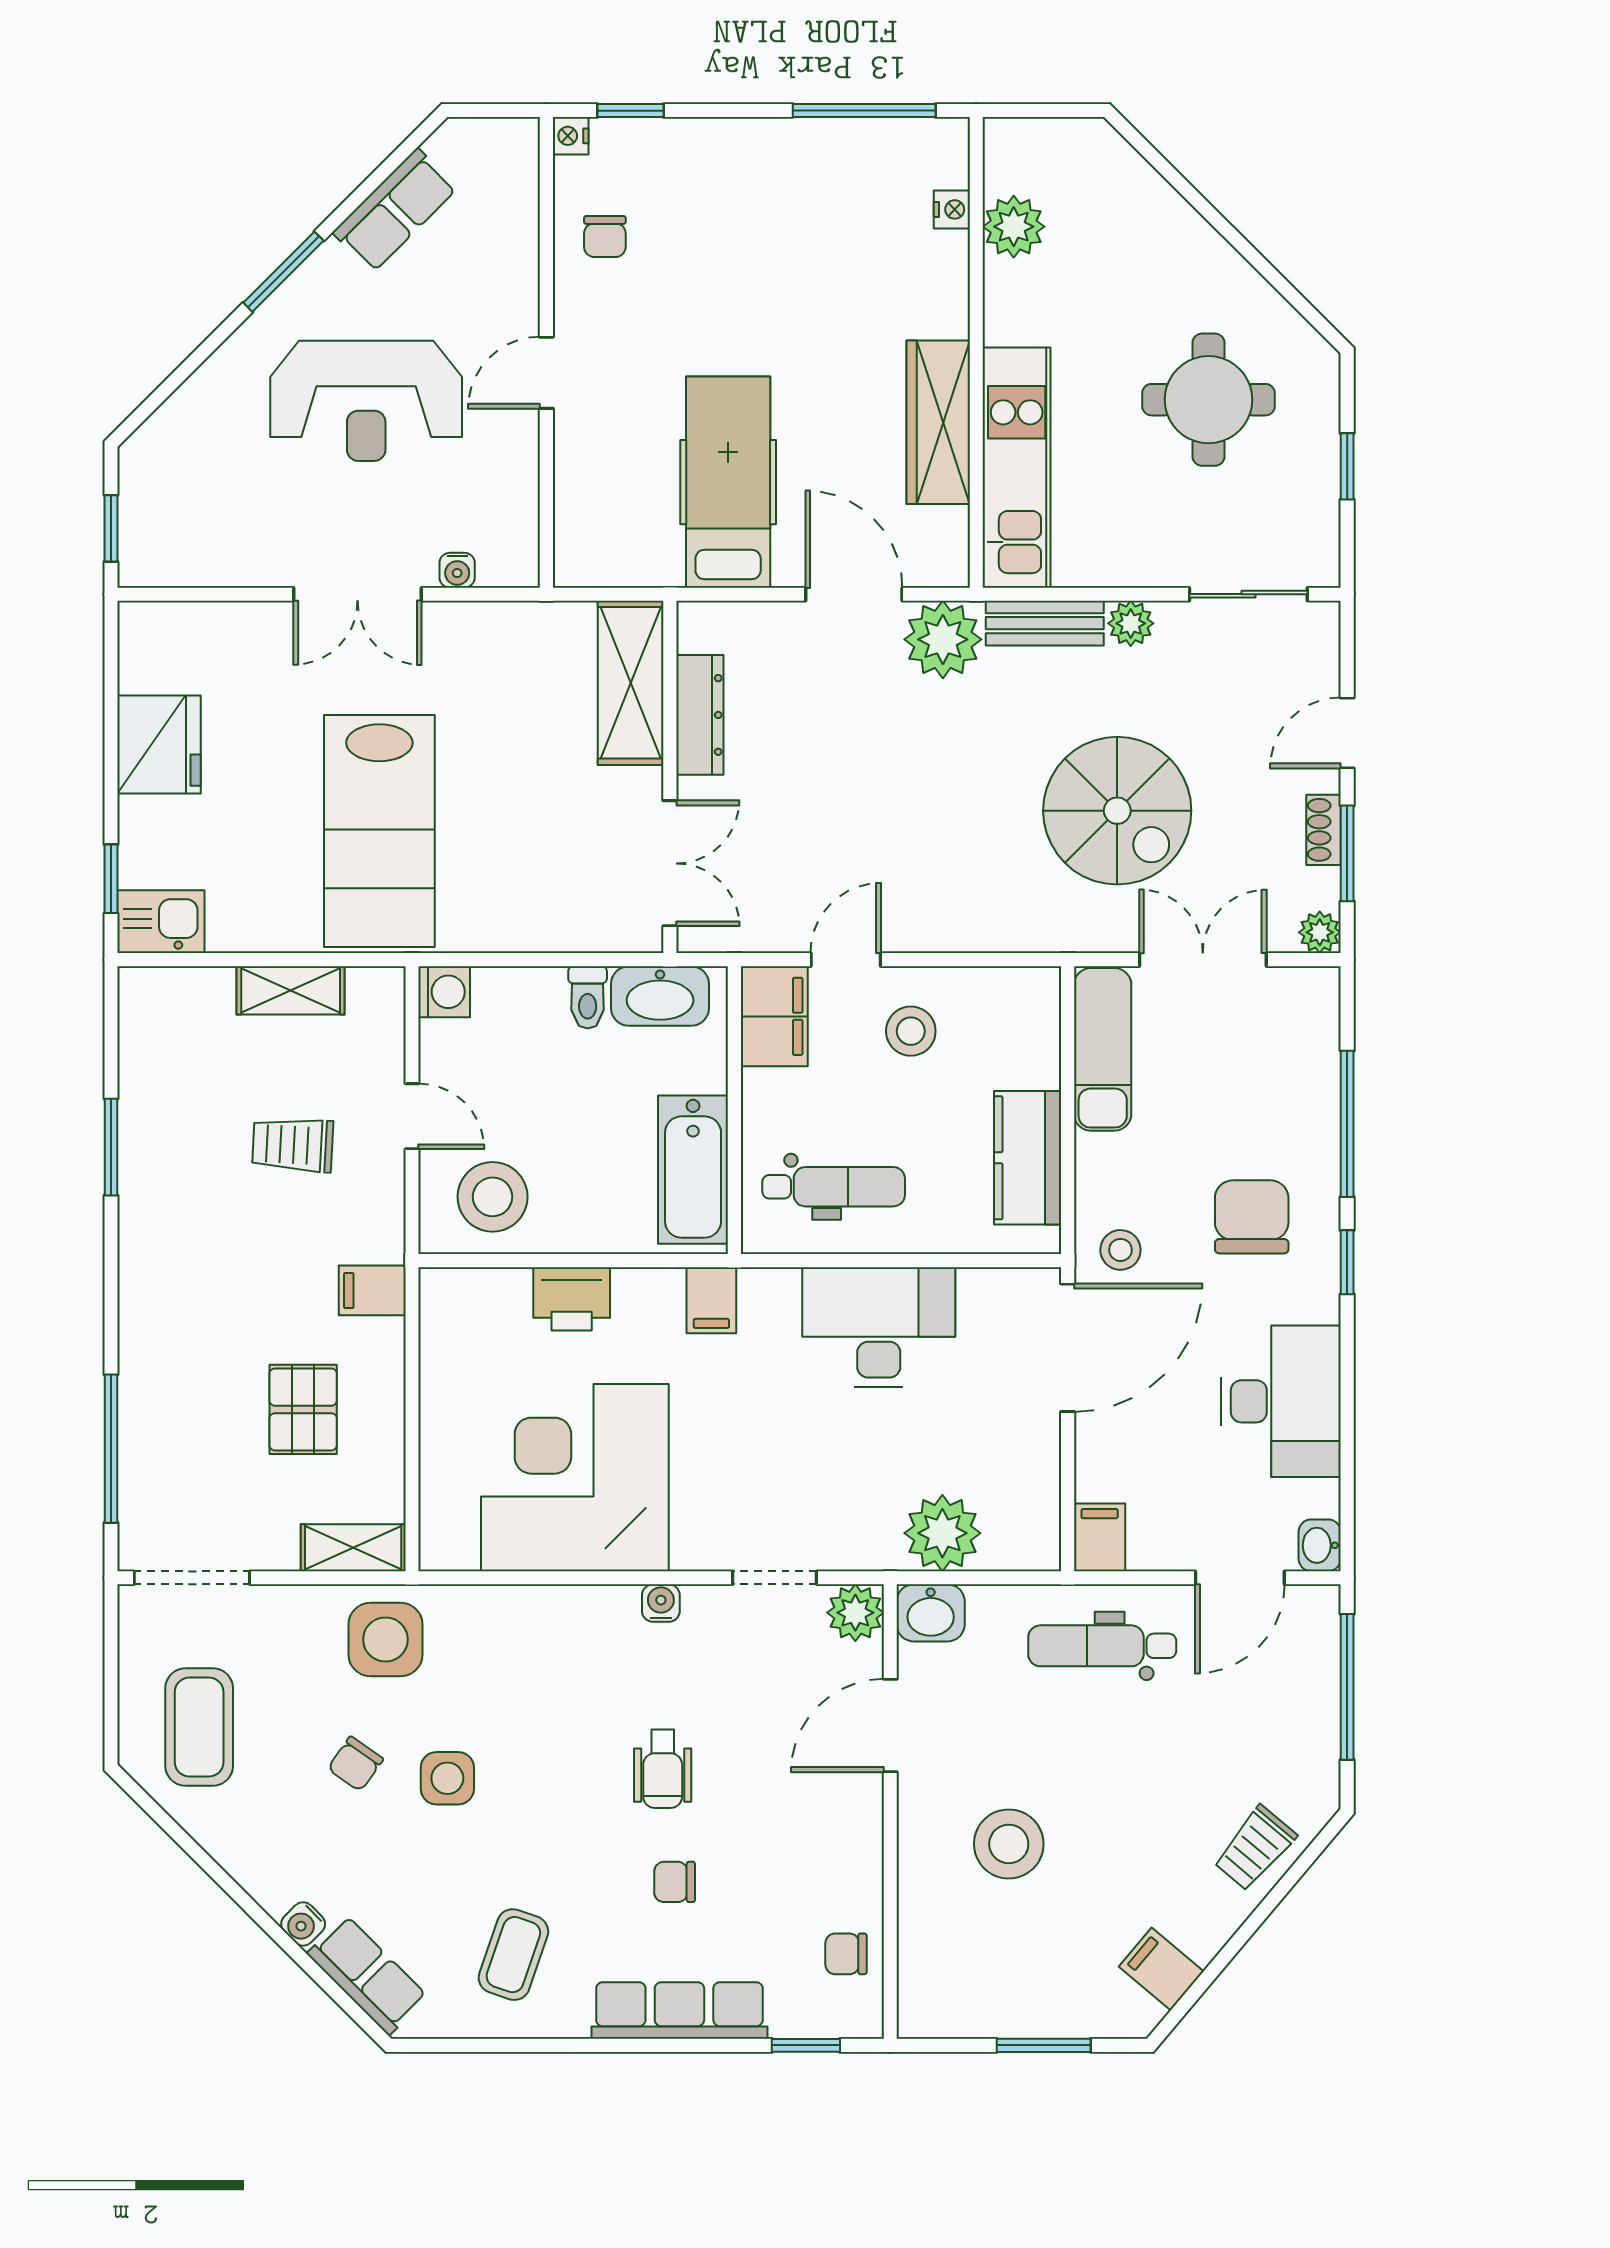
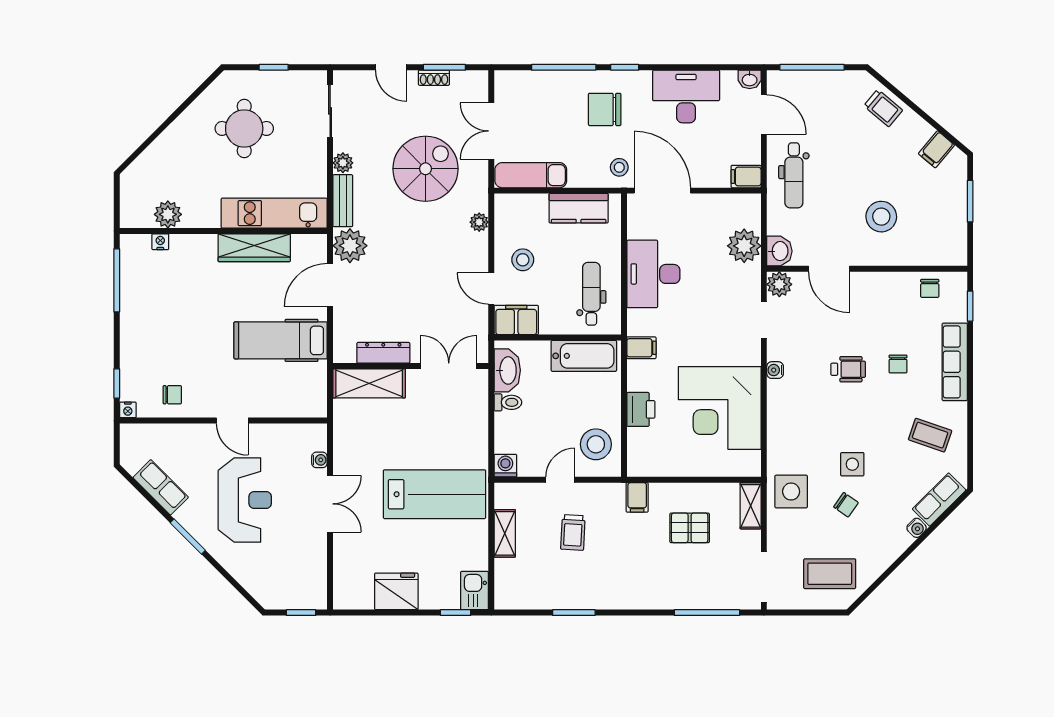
plant: (1320, 932) -> (479, 222), moved

